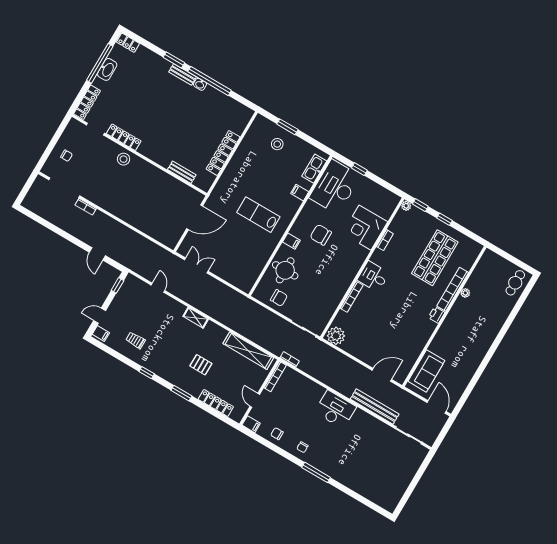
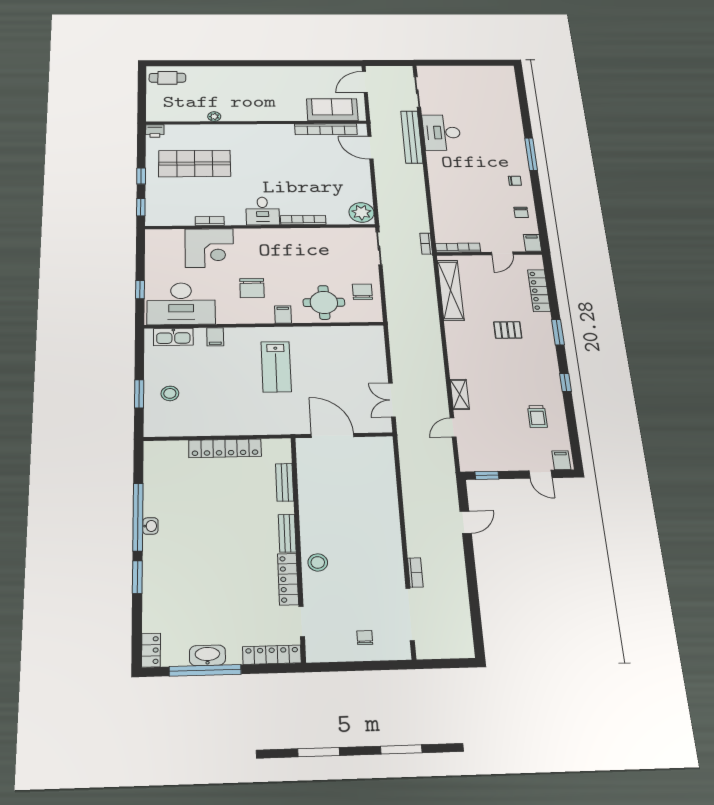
bench: (183, 74) -> (287, 533), moved
plant: (406, 206) -> (152, 221), removed
bookcase: (453, 289) -> (326, 129), moved
printer: (437, 315) -> (155, 131), moved
shelving: (196, 318) -> (460, 394), moved
pallet: (201, 365) -> (508, 330), turned 90
desk: (335, 409) -> (442, 133), moved

